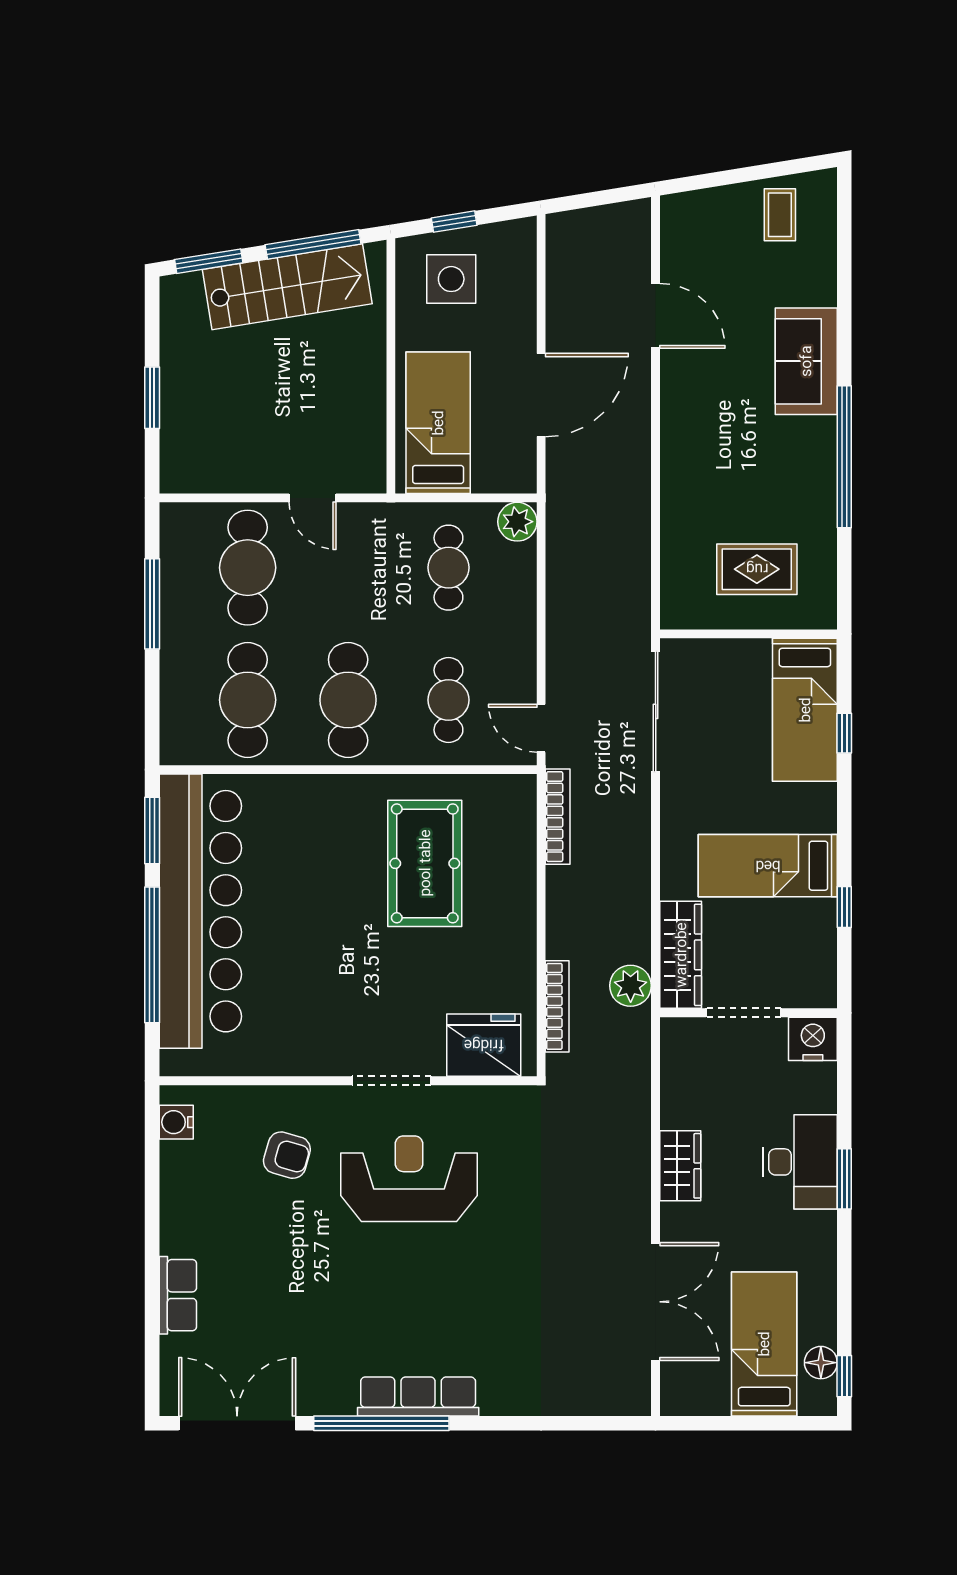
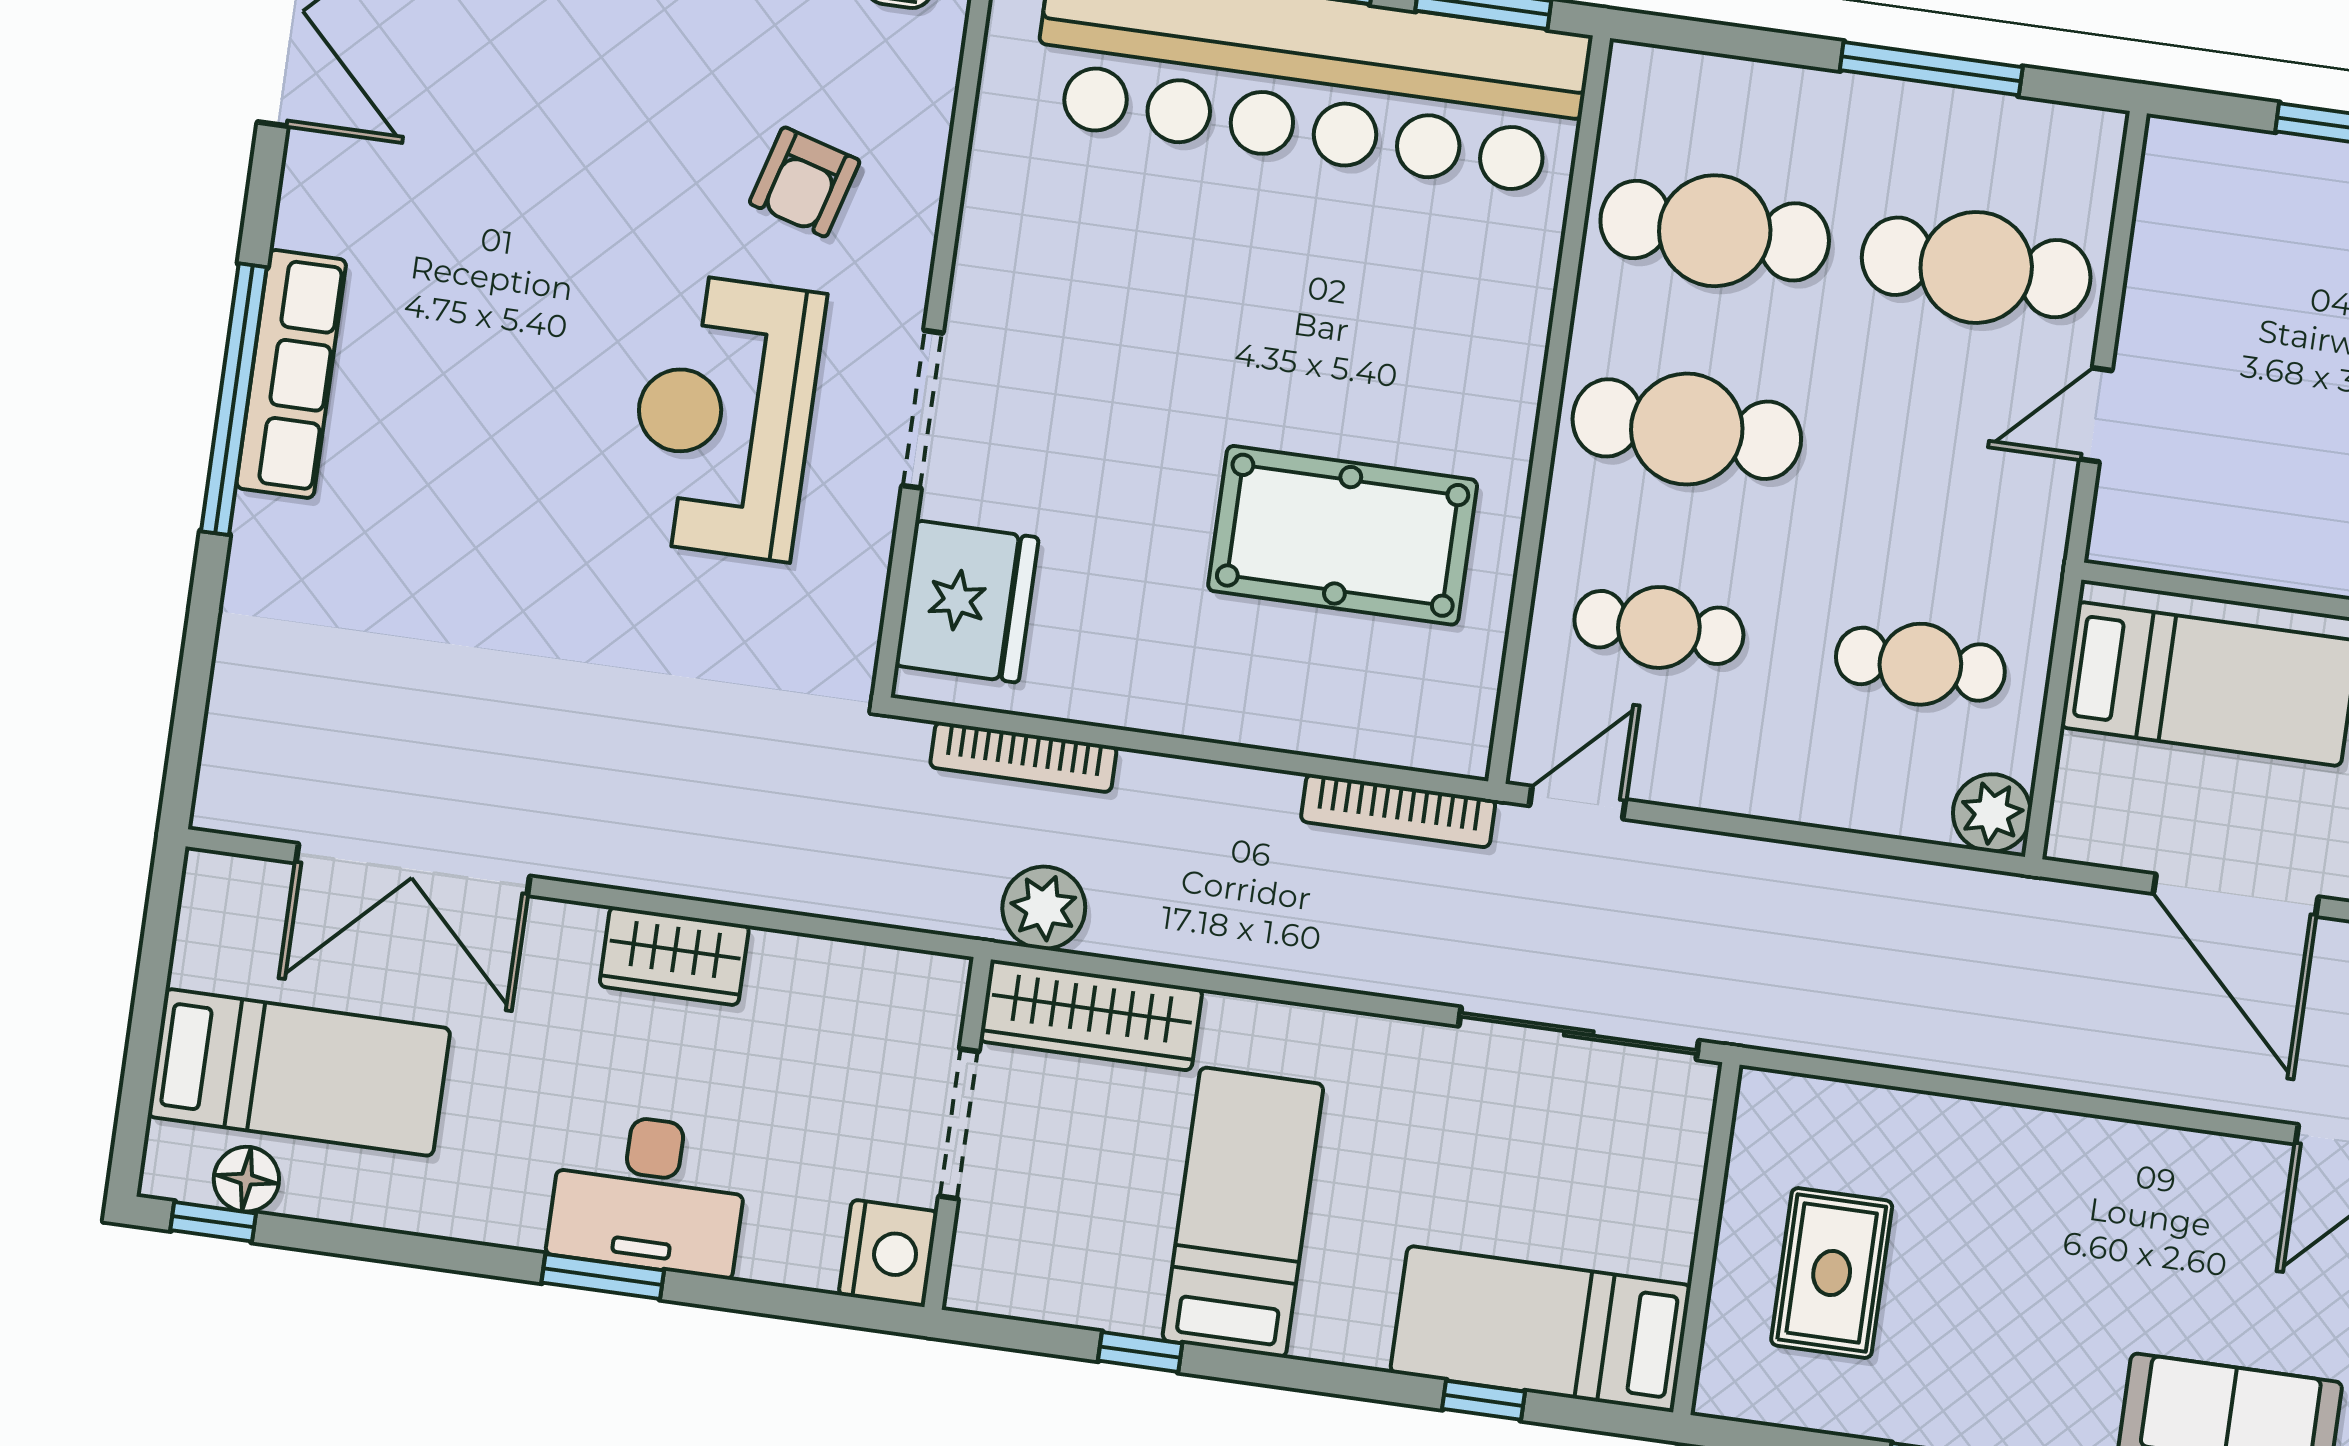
reception desk: (409, 1179) -> (724, 417), turned 180
window: (381, 1423) -> (234, 399), moved

